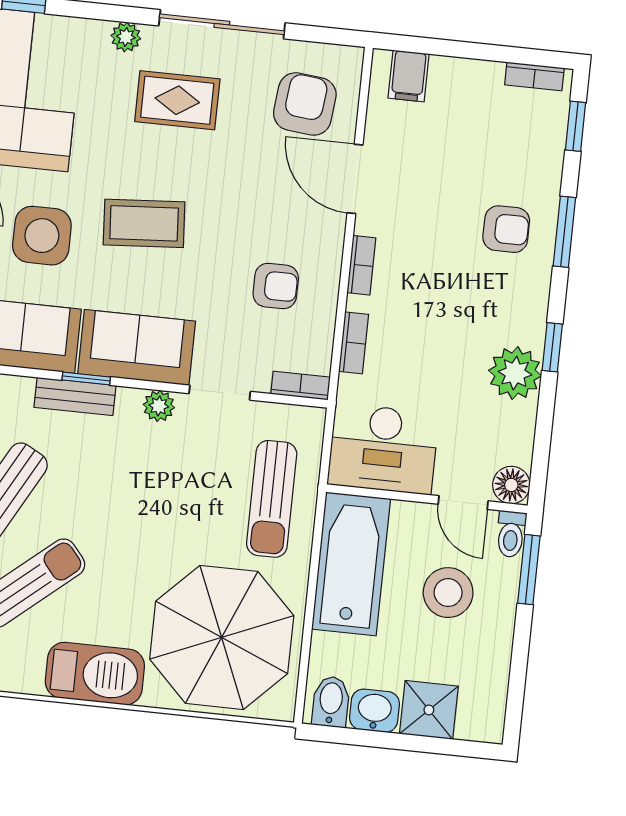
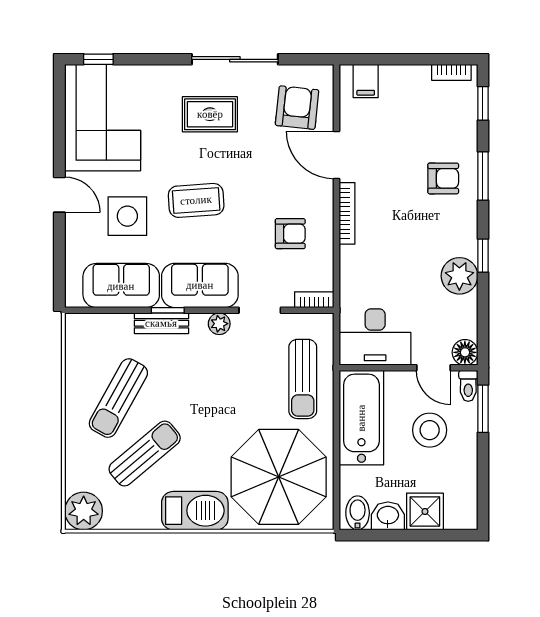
plant: (126, 37) -> (170, 75), removed
bookcase: (361, 265) -> (347, 213), width x1.56
bookcase: (354, 343) -> (347, 267), removed

